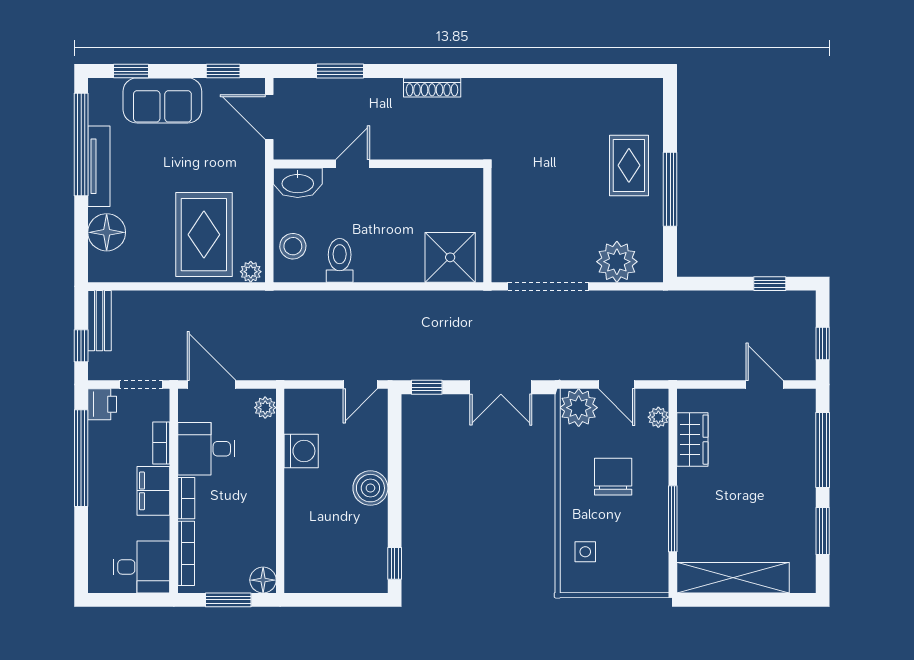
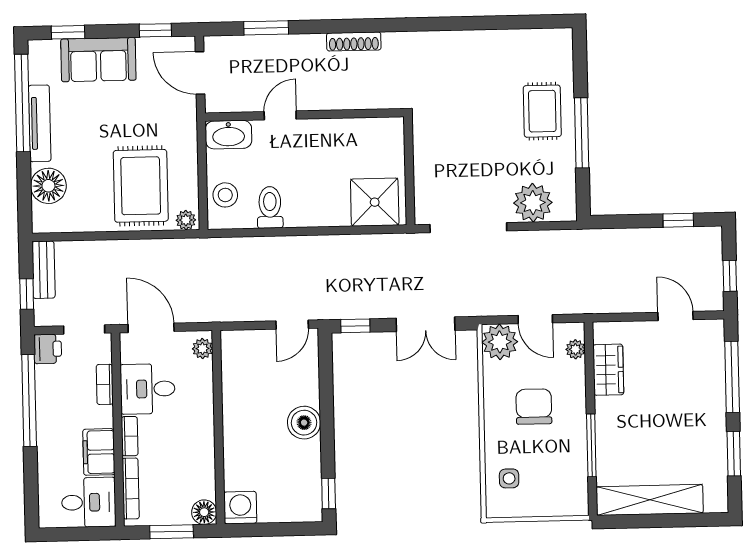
washing machine: (301, 451) -> (240, 508), moved, turned -90
filing cabinet: (153, 491) -> (99, 452), moved

